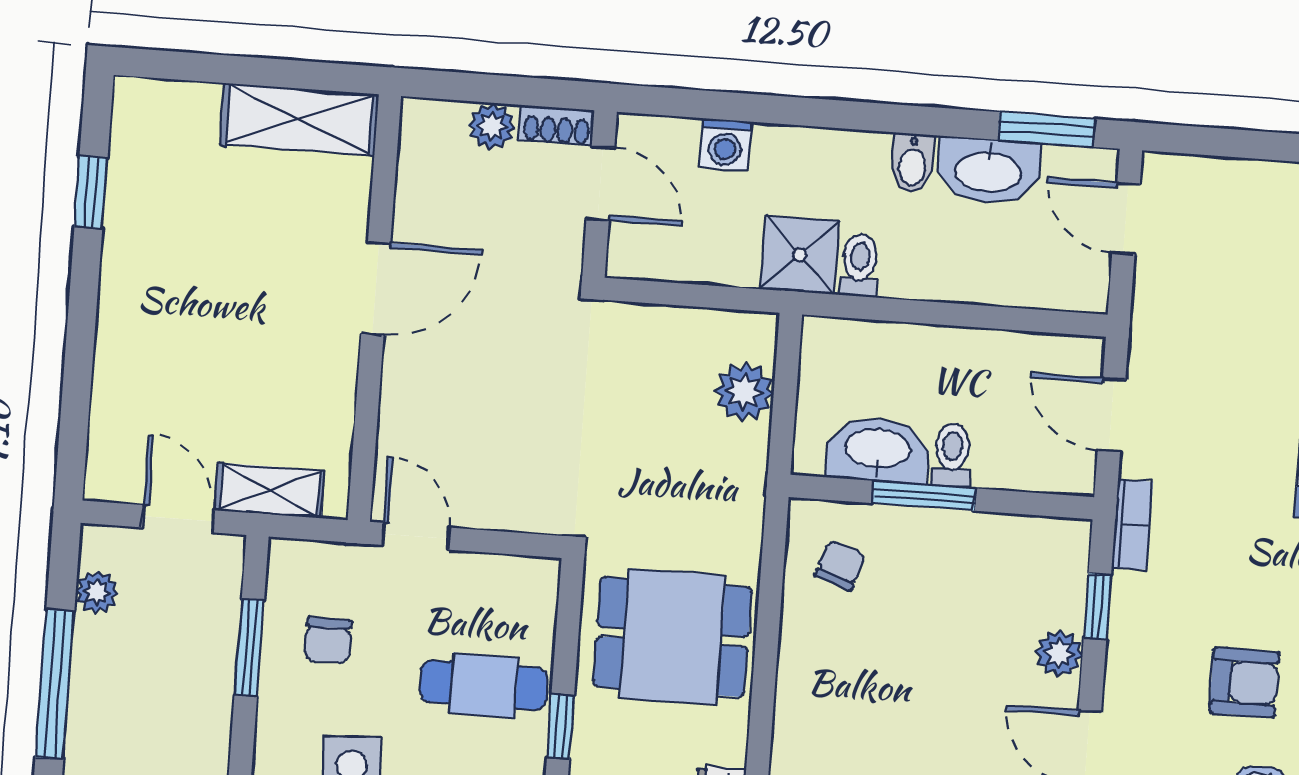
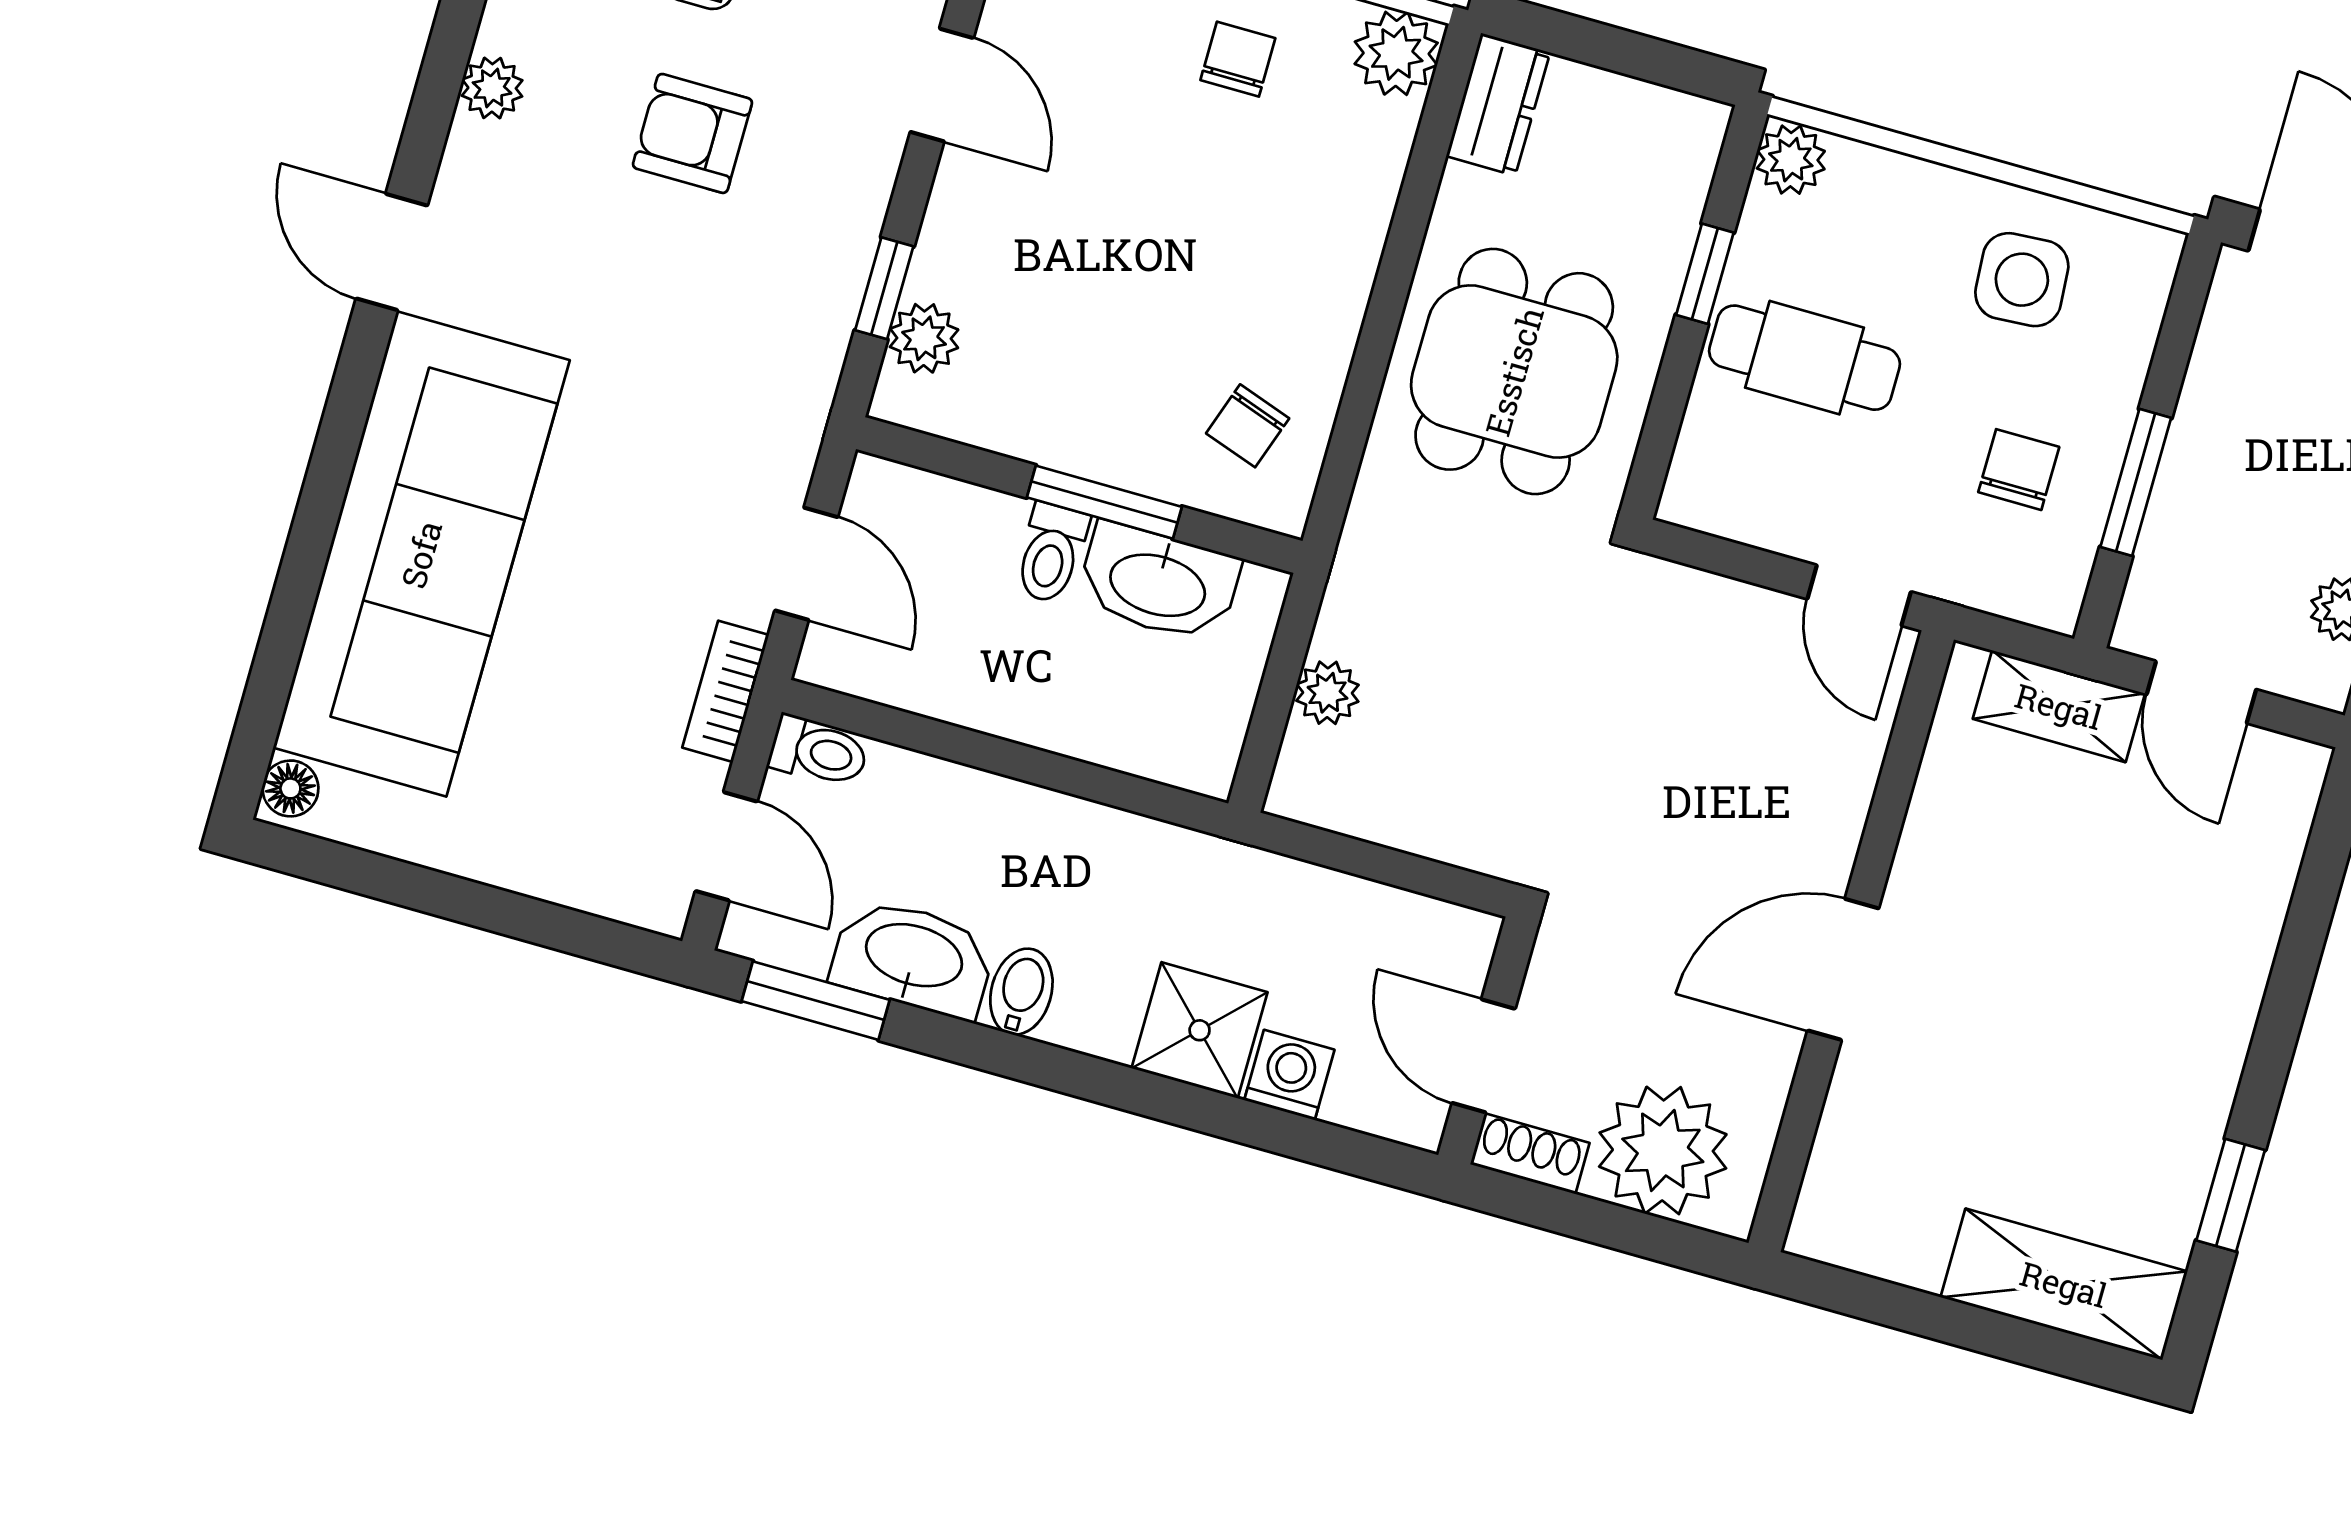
shelving: (299, 120) -> (2064, 1284), moved
plant: (492, 126) -> (1663, 1150), width x1.88, depth x1.88
shower: (800, 255) -> (1200, 1030), moved
toilet: (860, 265) -> (819, 752), moved, turned -90
plant: (744, 392) -> (1328, 693), width x0.73, depth x0.73
bookcase: (1132, 525) -> (726, 691), moved
dining table: (672, 637) -> (1514, 371), turned 90
plant: (1059, 653) -> (924, 338), moved

